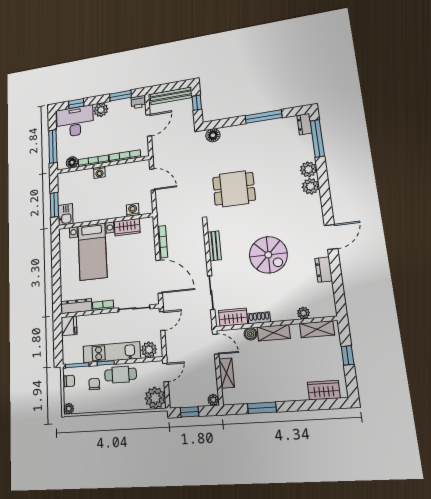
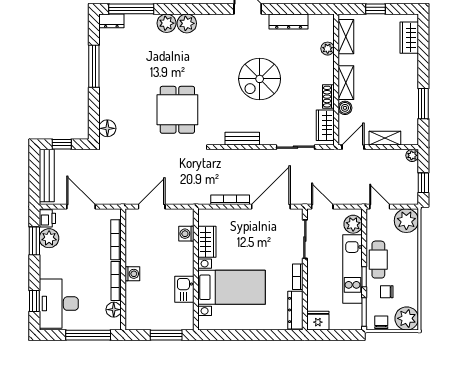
plant: (101, 110) -> (49, 238), moved
kitchen sink: (65, 215) -> (184, 289), moved, turned -90
spiral stairs: (268, 255) -> (260, 79), turned 180
dresser: (324, 270) -> (289, 21), width x1.44
plant: (69, 409) -> (407, 318), width x1.87, depth x1.87

